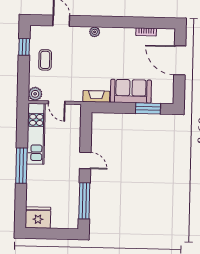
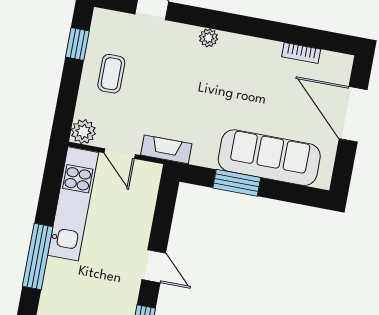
sofa: (131, 91) -> (269, 158), width x1.36
fireplace: (96, 96) -> (166, 149), moved
window: (148, 108) -> (237, 183), moved

